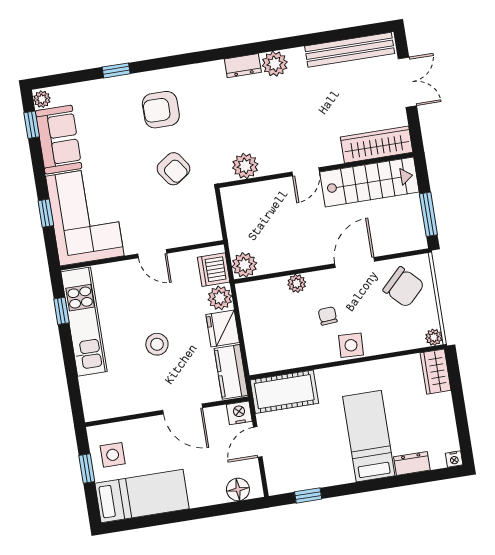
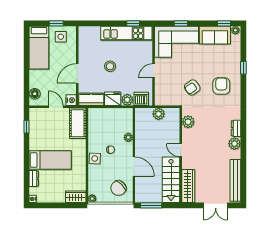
plant: (244, 265) -> (159, 114), moved

